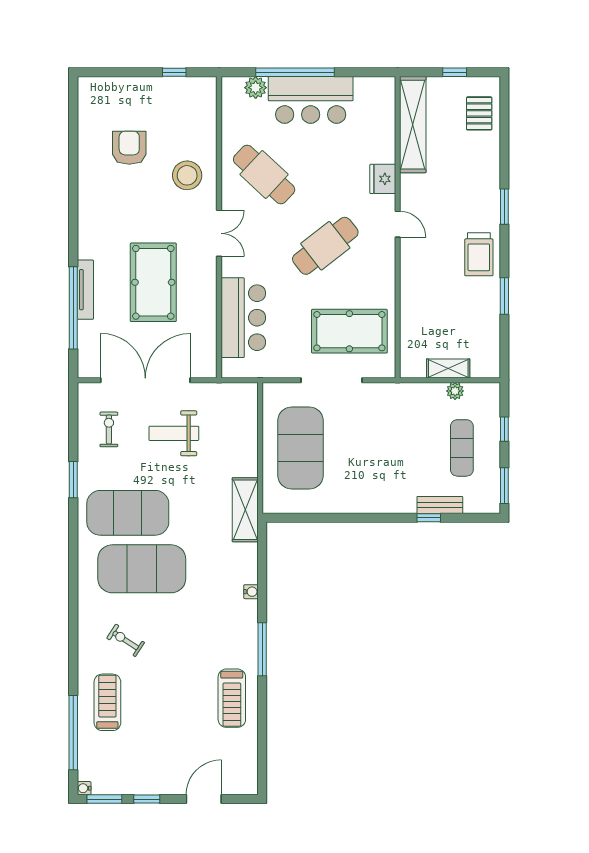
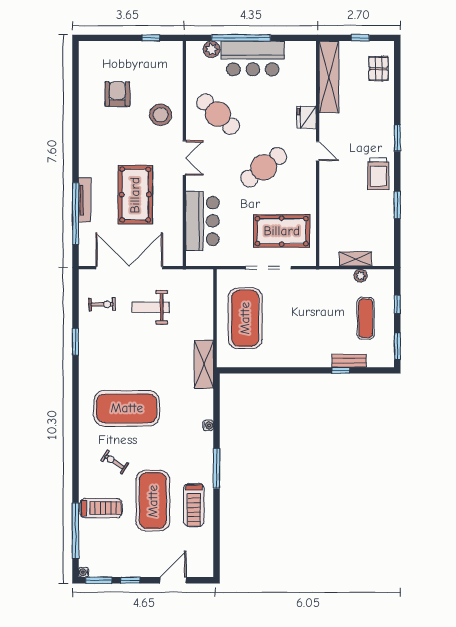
exercise bike: (109, 429) -> (102, 304), turned 89
exercise mat: (128, 513) -> (153, 501), moved, turned 90
treadmill: (107, 702) -> (101, 508), turned 90

